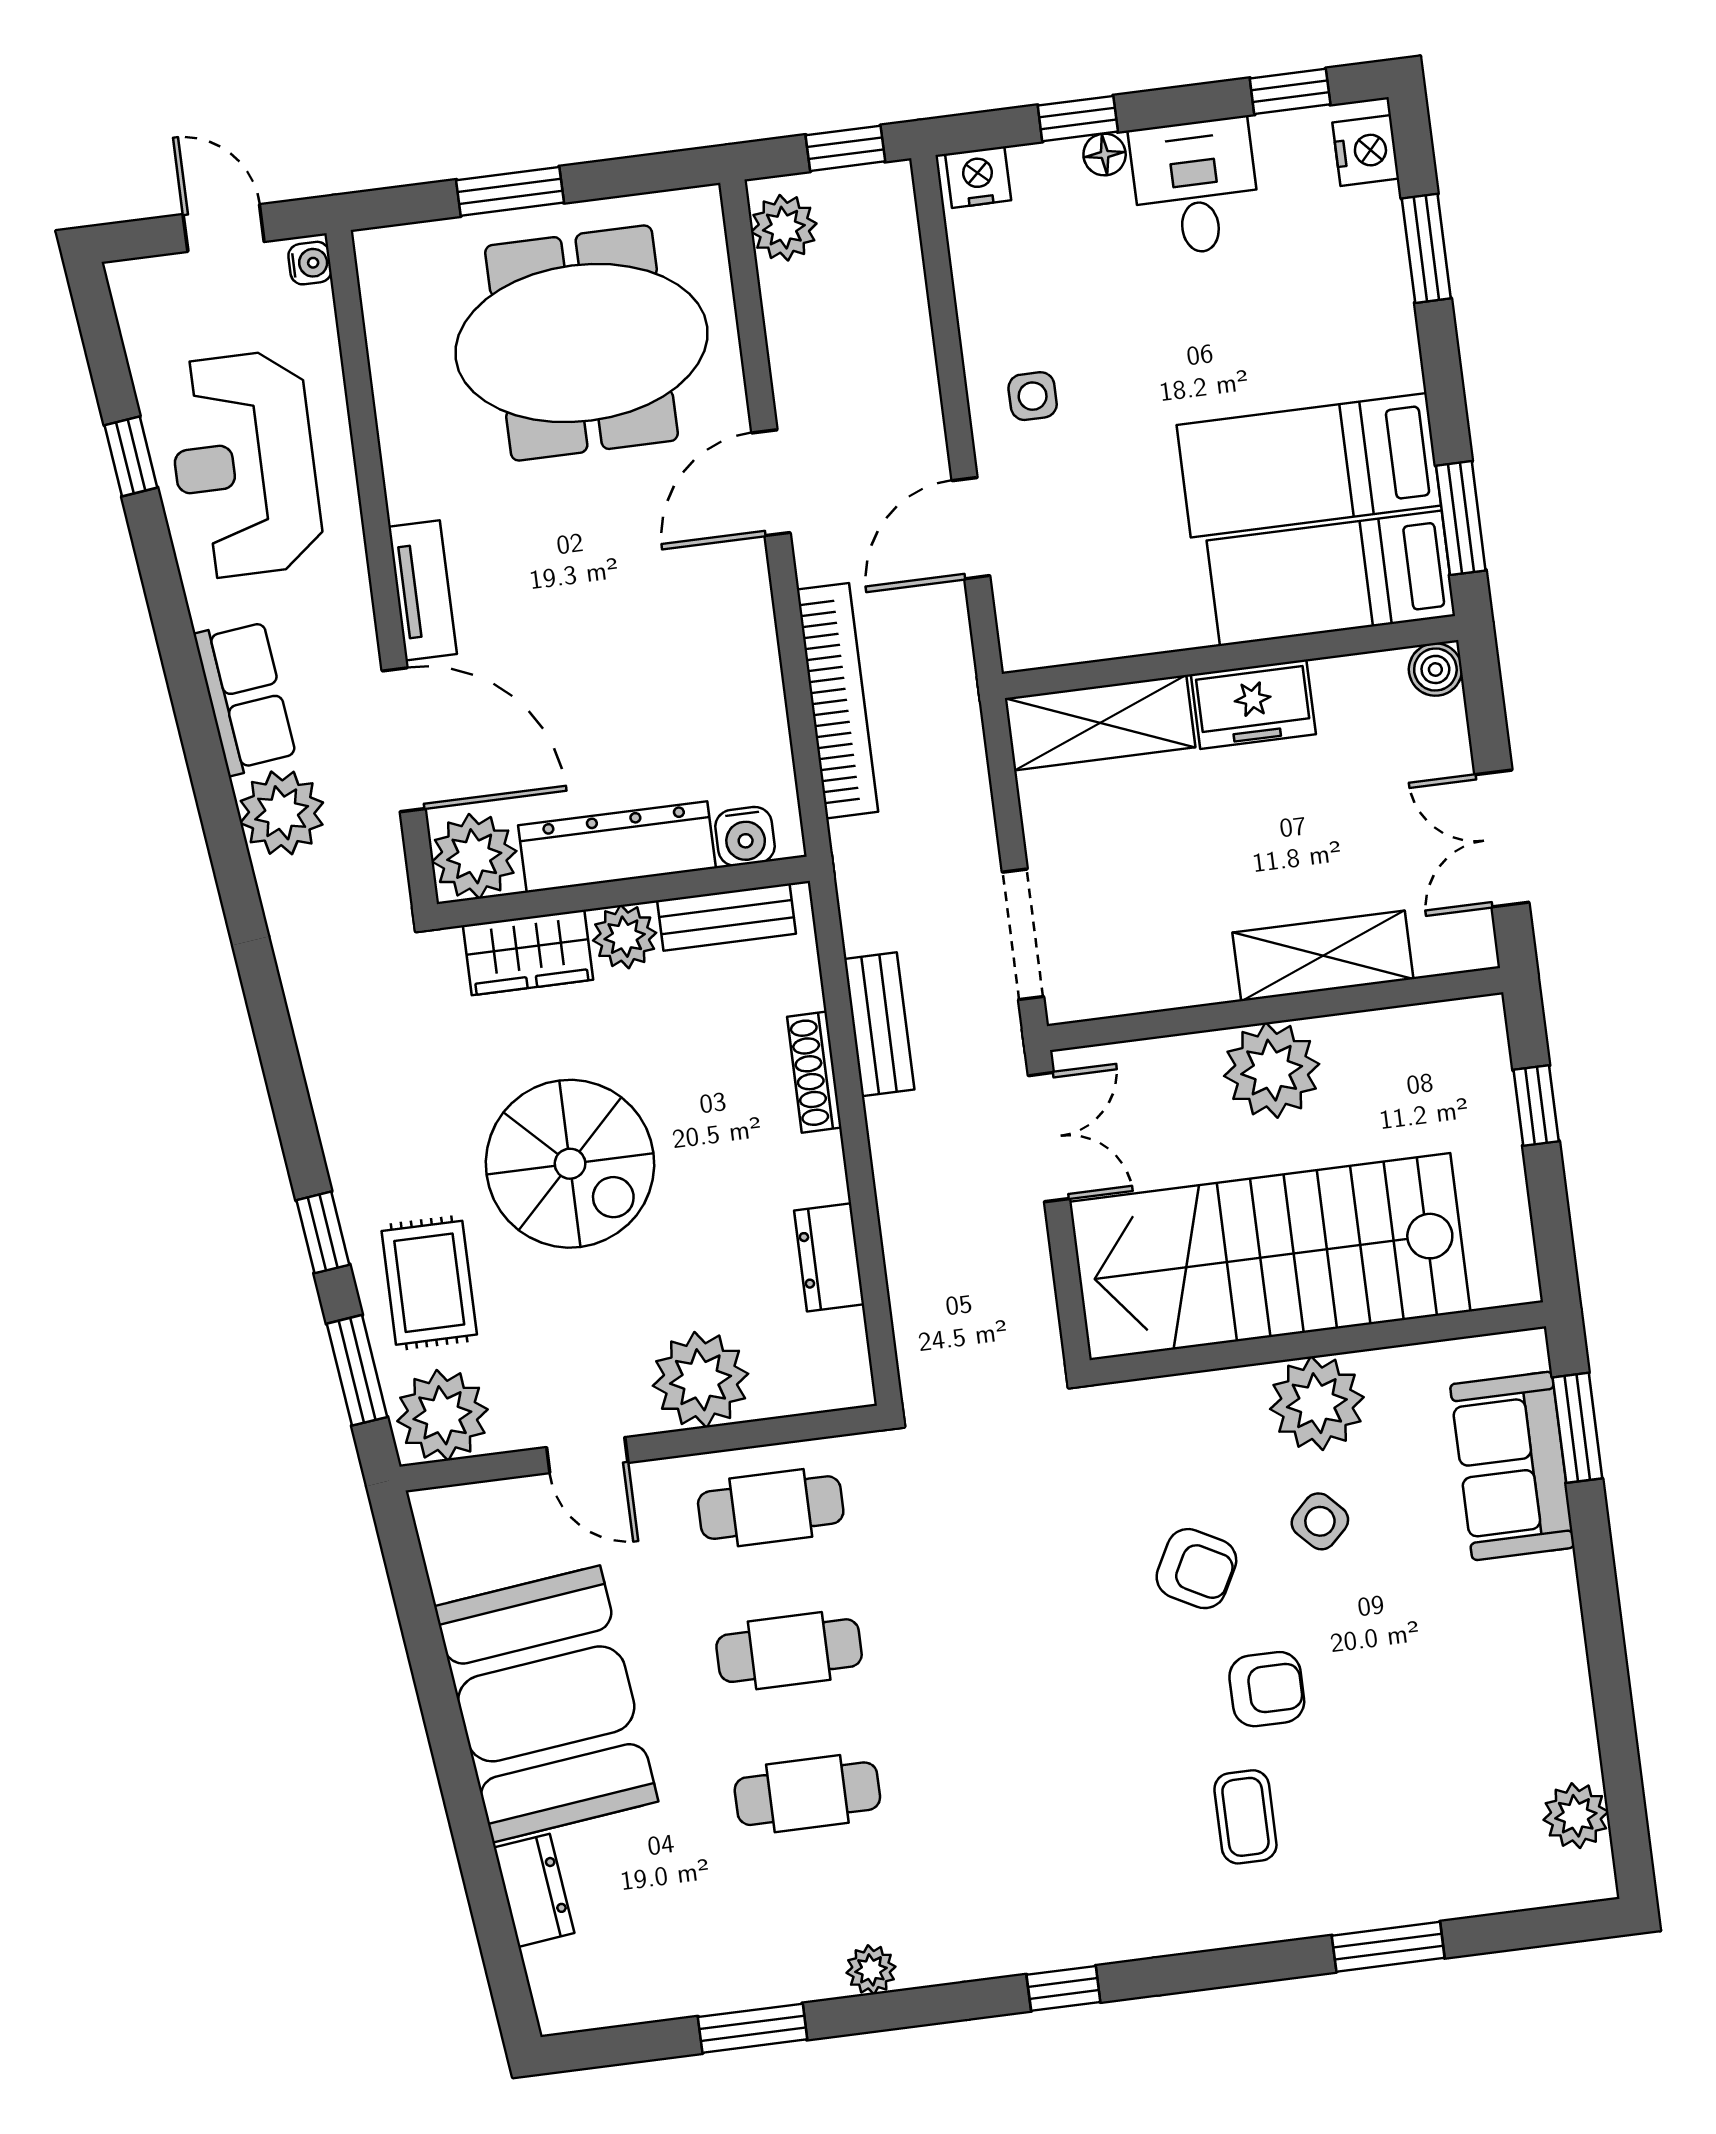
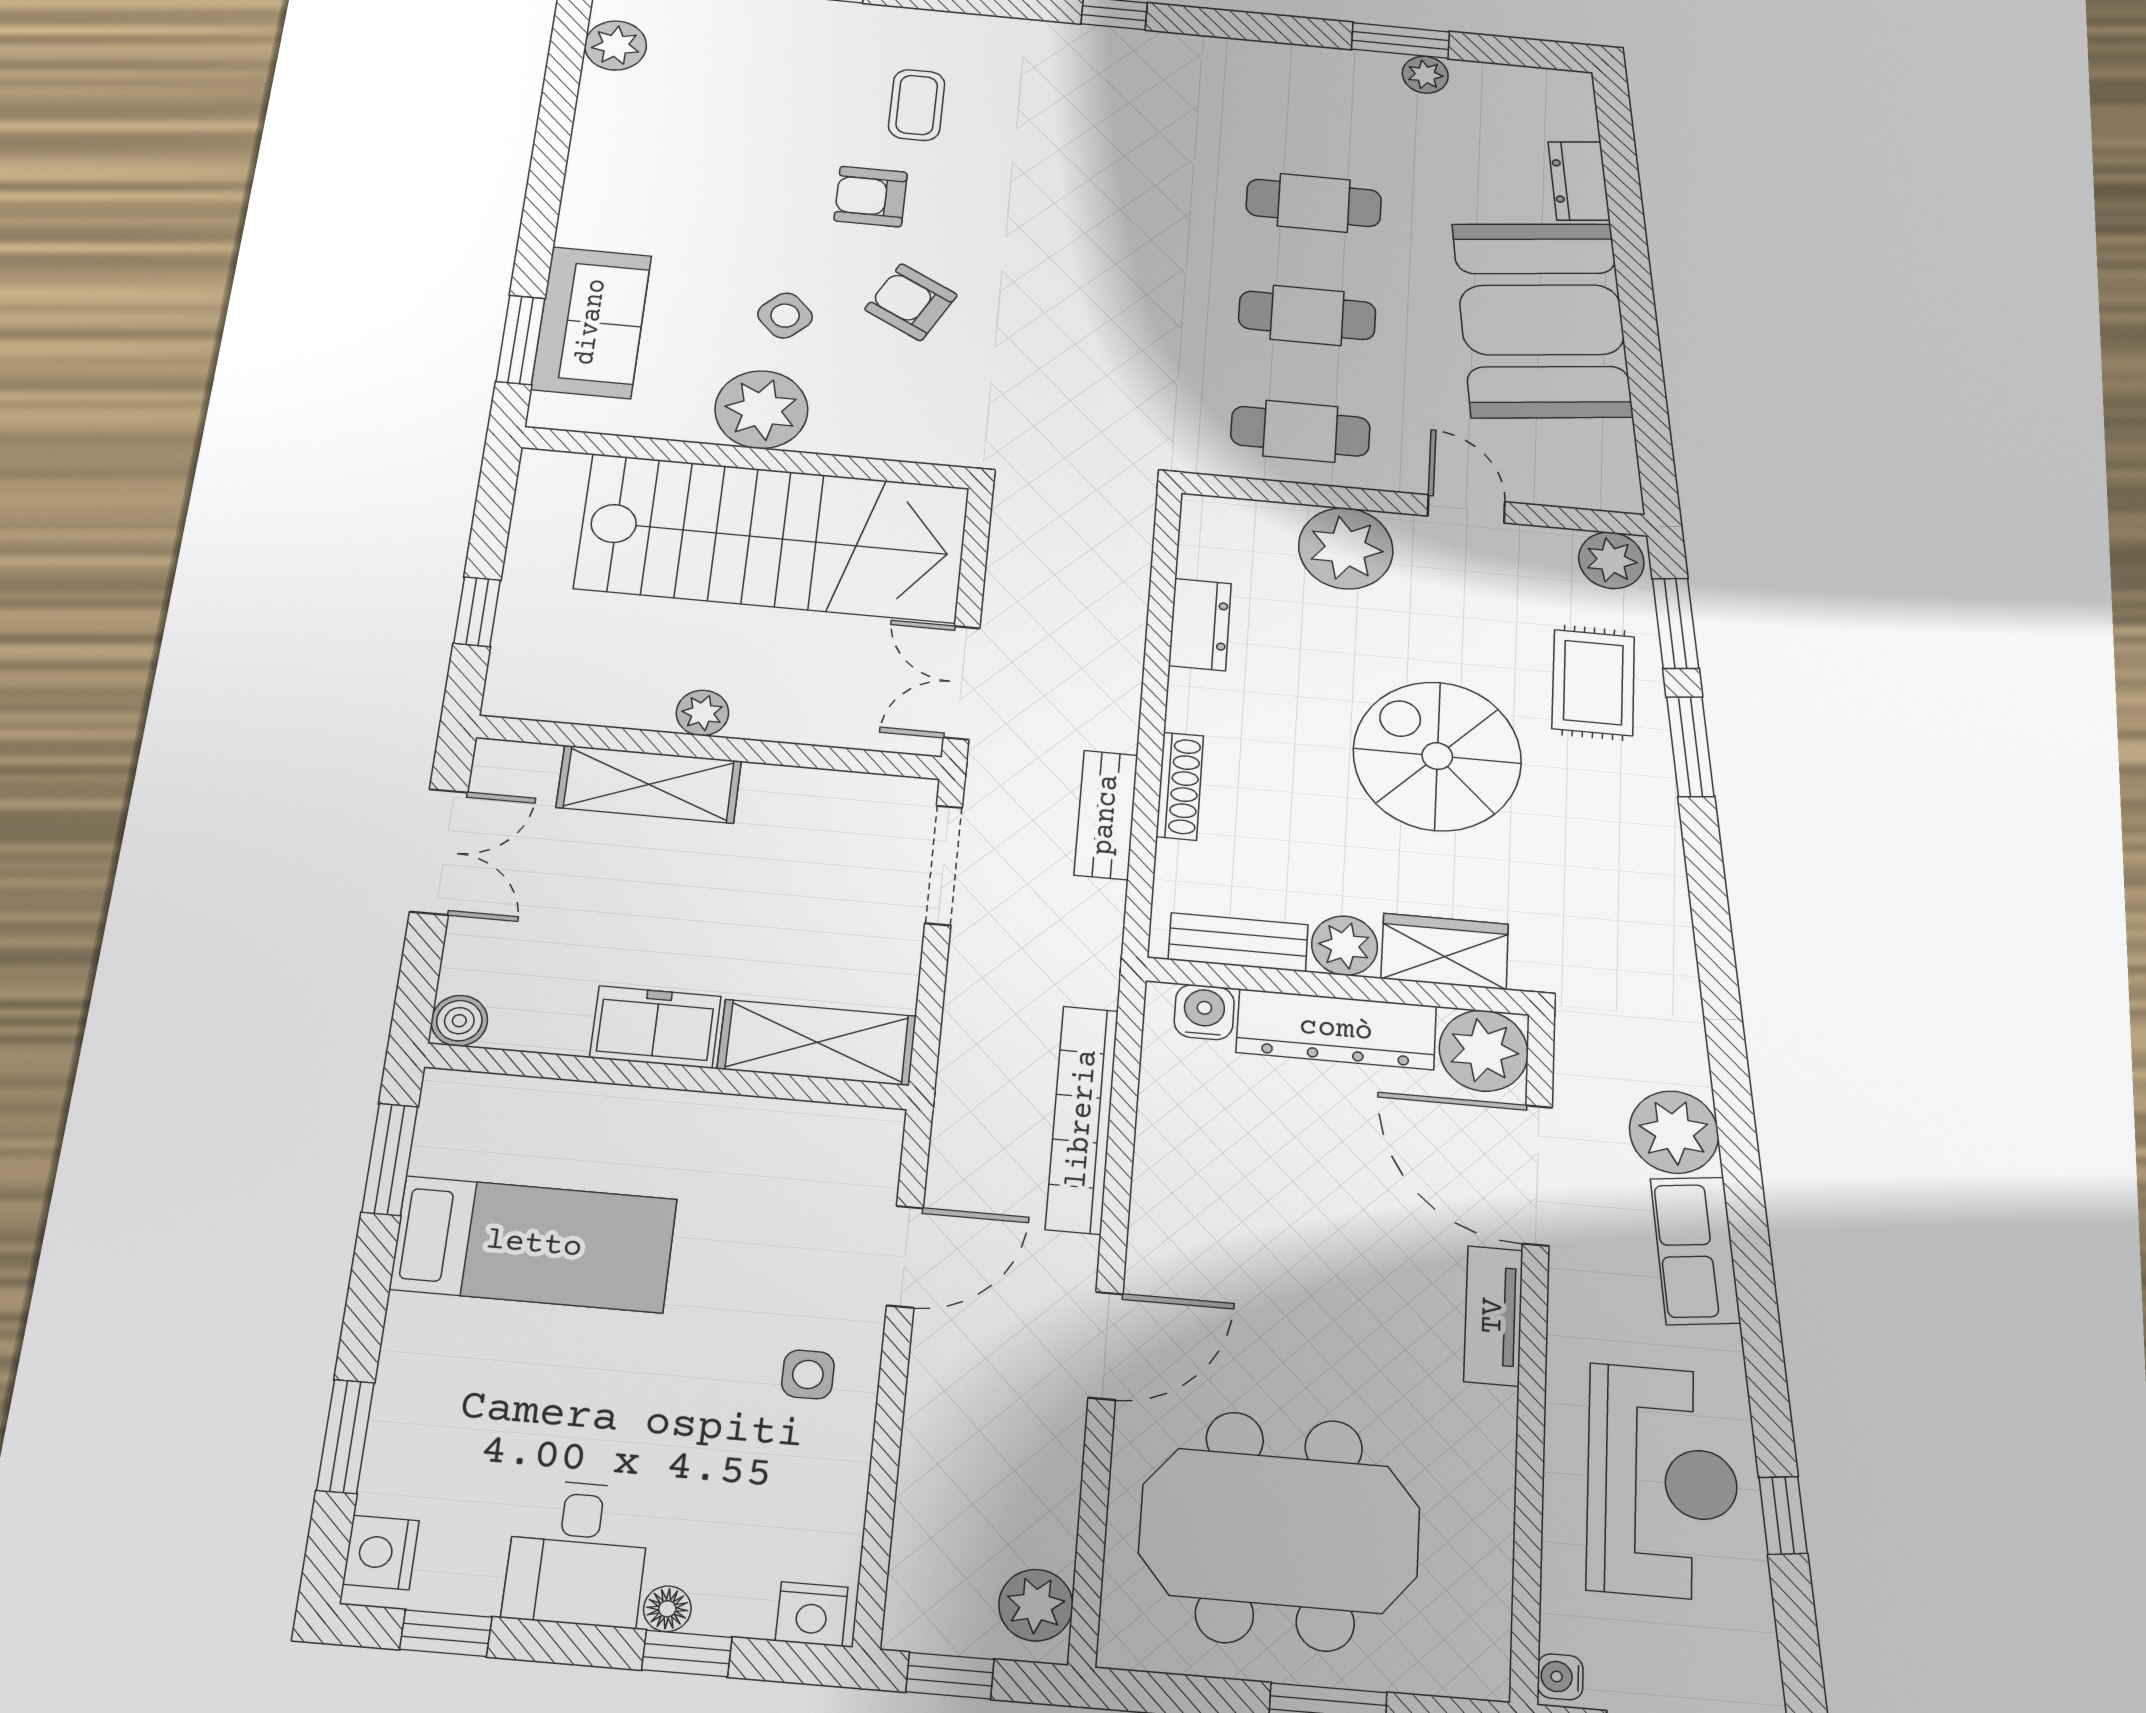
bed: (1331, 578) -> (542, 1130), removed
plant: (1272, 1070) -> (702, 713), width x0.53, depth x0.53
window: (323, 1232) -> (1690, 747), width x1.50
plant: (442, 1415) -> (1611, 560), width x0.73, depth x0.73
plant: (871, 1970) -> (1425, 75), moved

